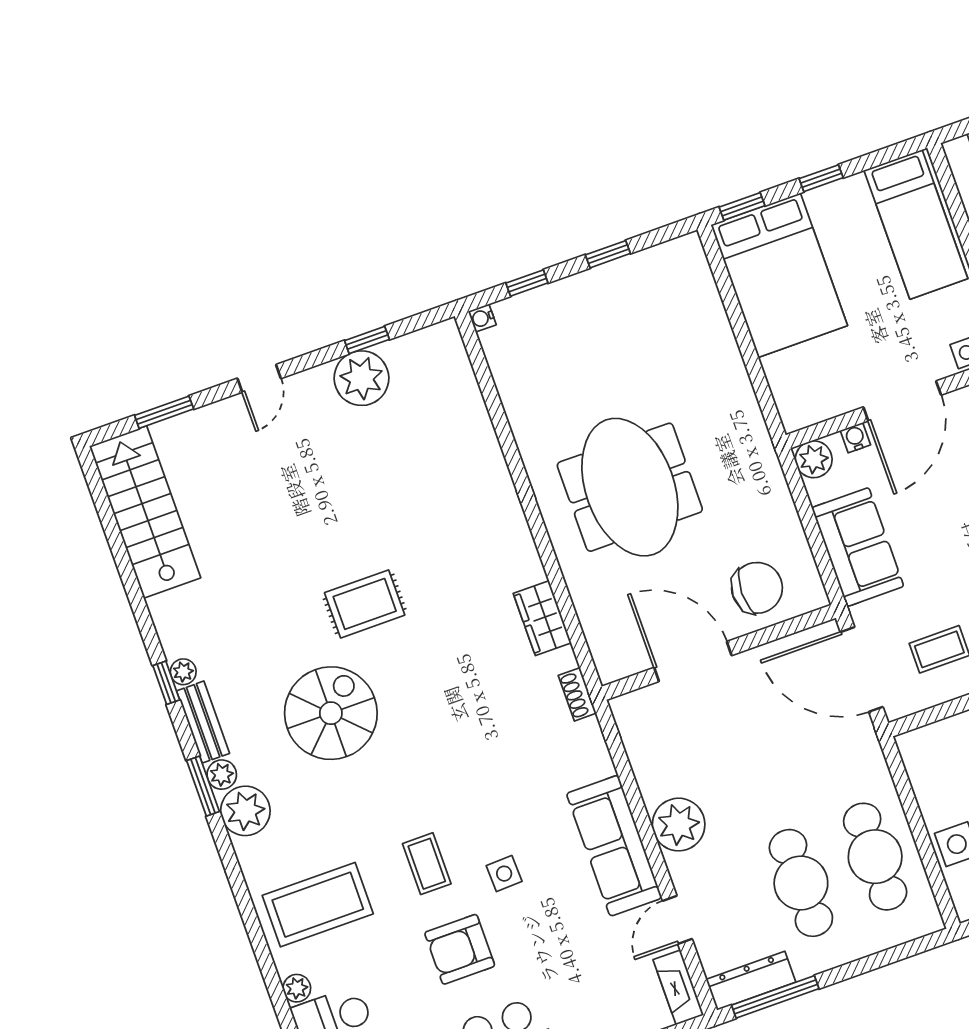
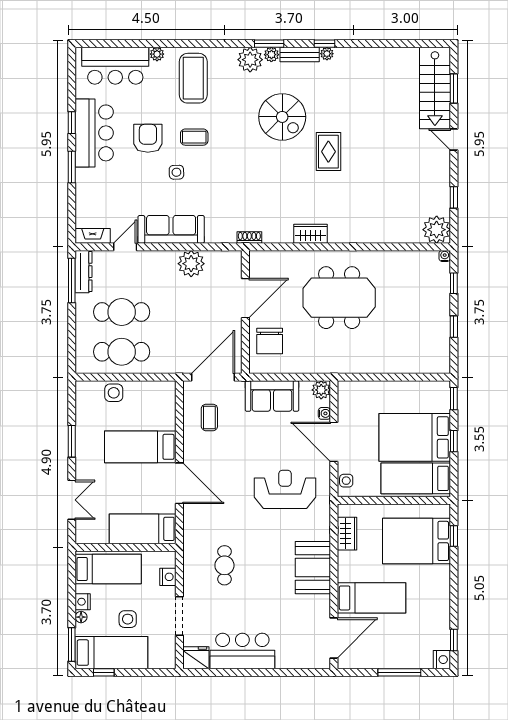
bed: (779, 275) -> (415, 437), moved
plant: (361, 378) -> (437, 230), moved
stairs: (145, 512) -> (435, 88), moved, turned 90
wardrobe: (542, 618) -> (310, 234), moved
plant: (679, 825) -> (191, 264), moved
door: (677, 920) -> (125, 247), hinge flipped

